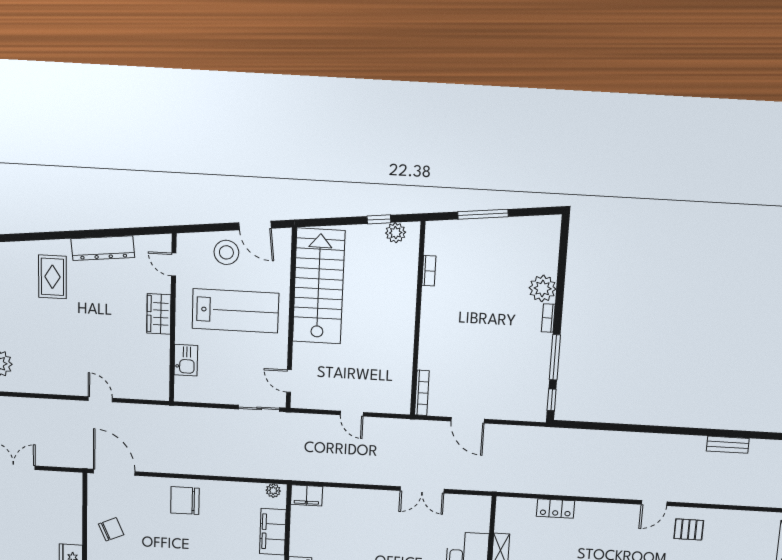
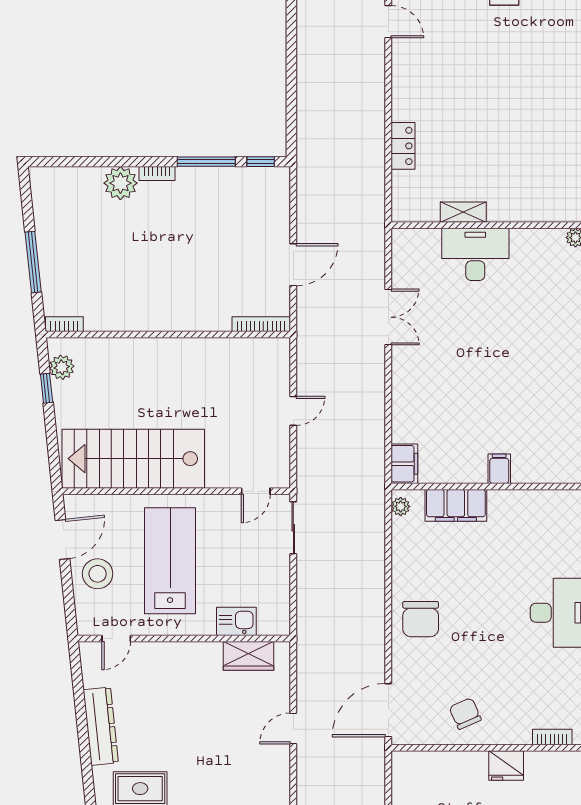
bookcase: (429, 271) -> (64, 324), moved
wardrobe: (159, 314) -> (249, 656), moved

